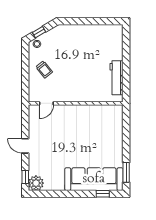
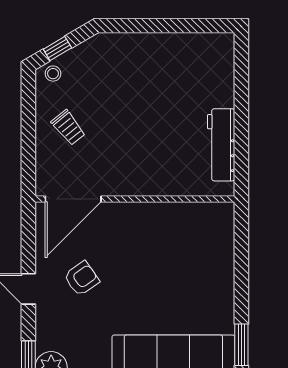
door: (46, 103) -> (73, 199), width x1.88
armchair: (50, 141) -> (82, 279), added

